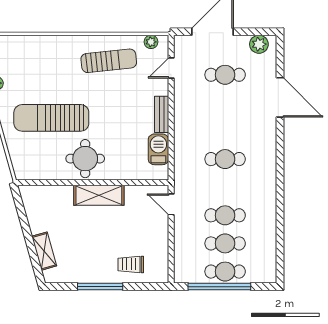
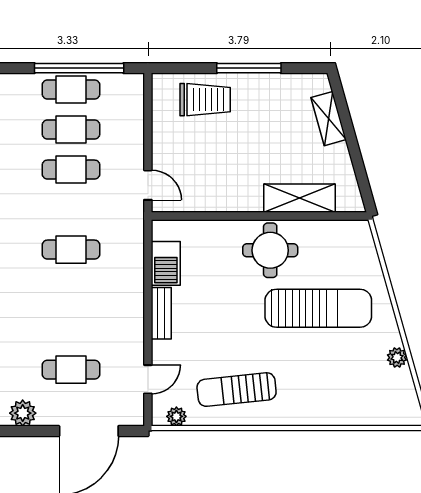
shelving: (99, 195) -> (299, 198), moved
trolley: (131, 264) -> (205, 100), width x1.36, depth x1.39

